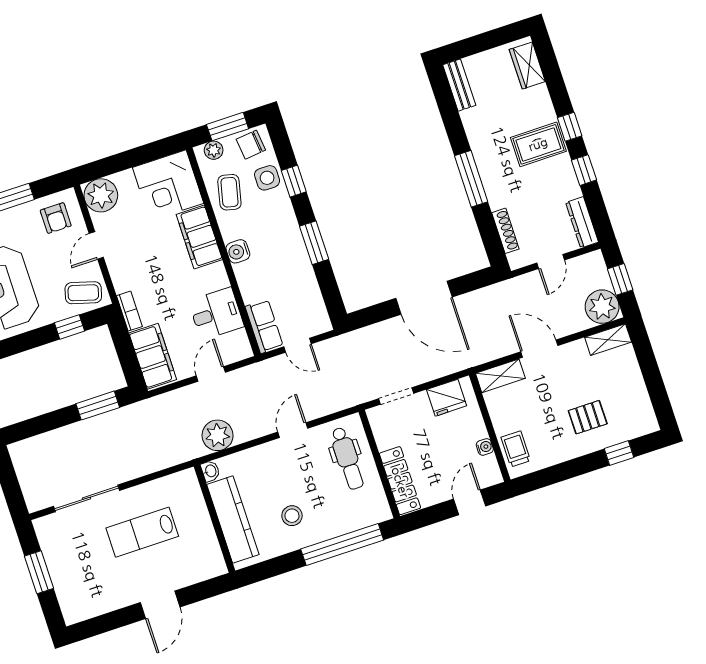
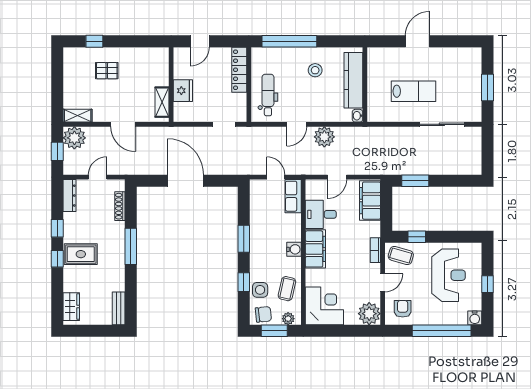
filing cabinet: (199, 237) -> (315, 249), moved
bookcase: (129, 311) -> (375, 250), moved
shelving: (500, 376) -> (162, 102), moved, turned 90
fridge: (447, 398) -> (183, 91), moved, turned 90
plant: (218, 435) -> (324, 137), moved
water cooler: (485, 447) -> (178, 73), removed
trolley: (516, 449) -> (159, 66), removed

